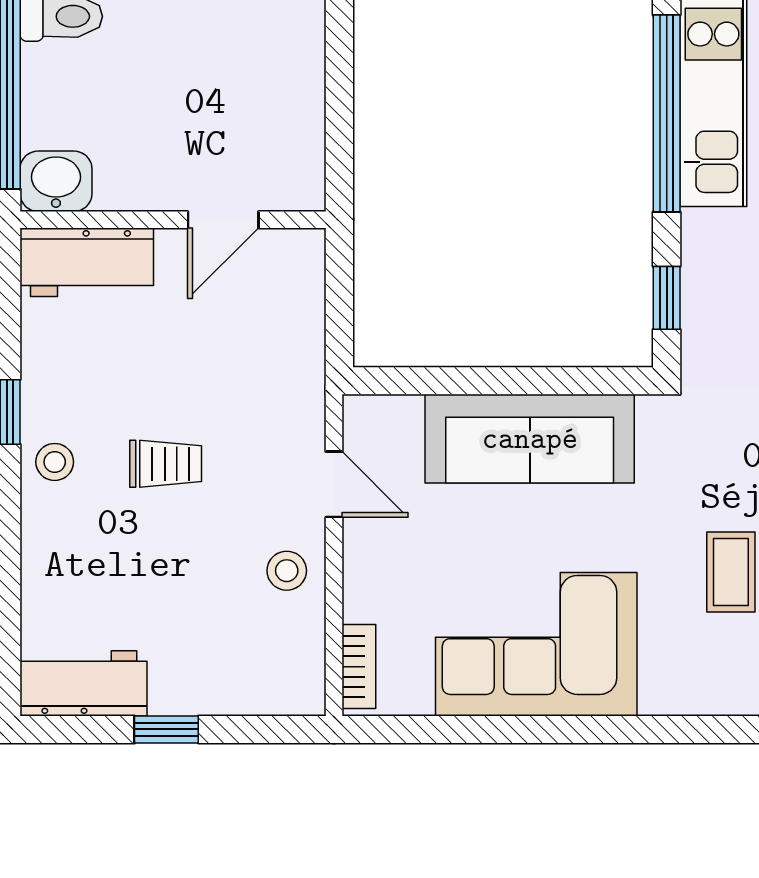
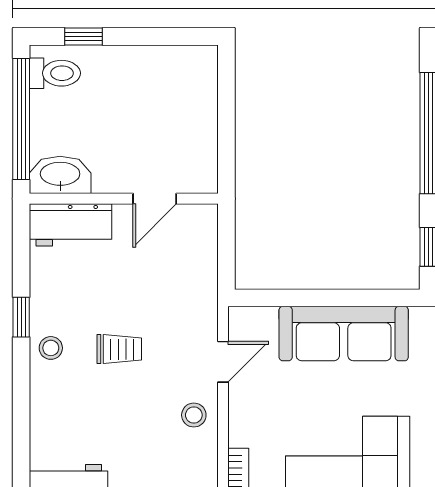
washbasin: (56, 181) -> (60, 175), width x1.38
door: (334, 484) -> (223, 362), hinge flipped

